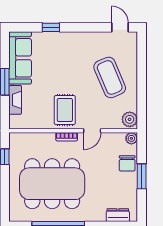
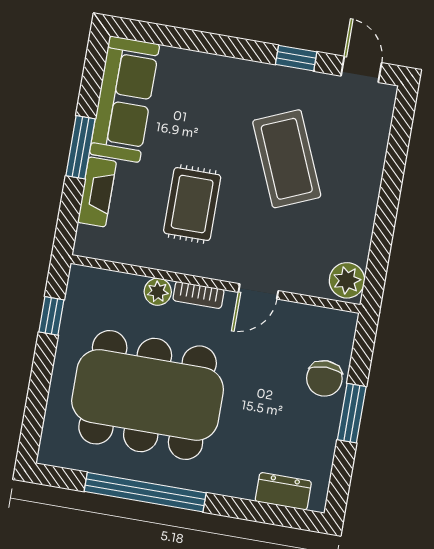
window: (51, 27) -> (296, 58), moved
coffee table: (110, 77) -> (287, 159), moved
rug: (65, 110) -> (192, 204), moved
plant: (131, 138) -> (158, 292), moved

